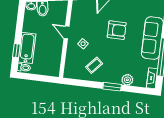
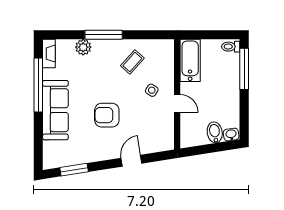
bathtub: (27, 48) -> (190, 60), moved, turned 180
window: (16, 51) -> (244, 69), width x2.17
window: (112, 87) -> (104, 35), width x1.44

